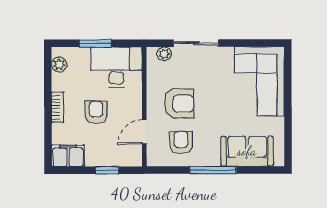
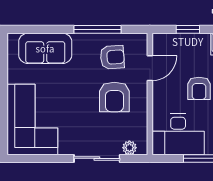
armchair: (179, 104) -> (114, 97), turned -90
armchair: (181, 143) -> (112, 57), turned -94
window: (213, 170) -> (97, 29), moved

